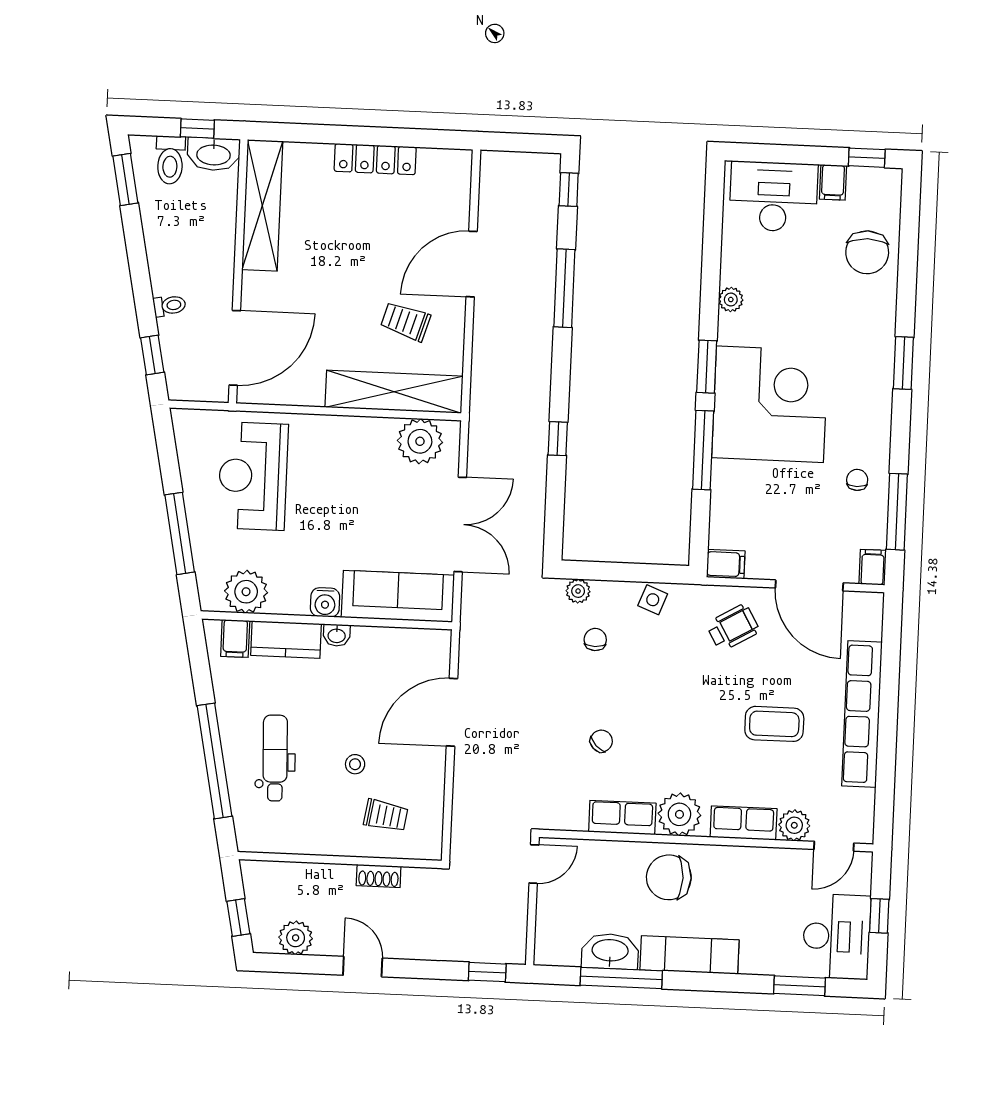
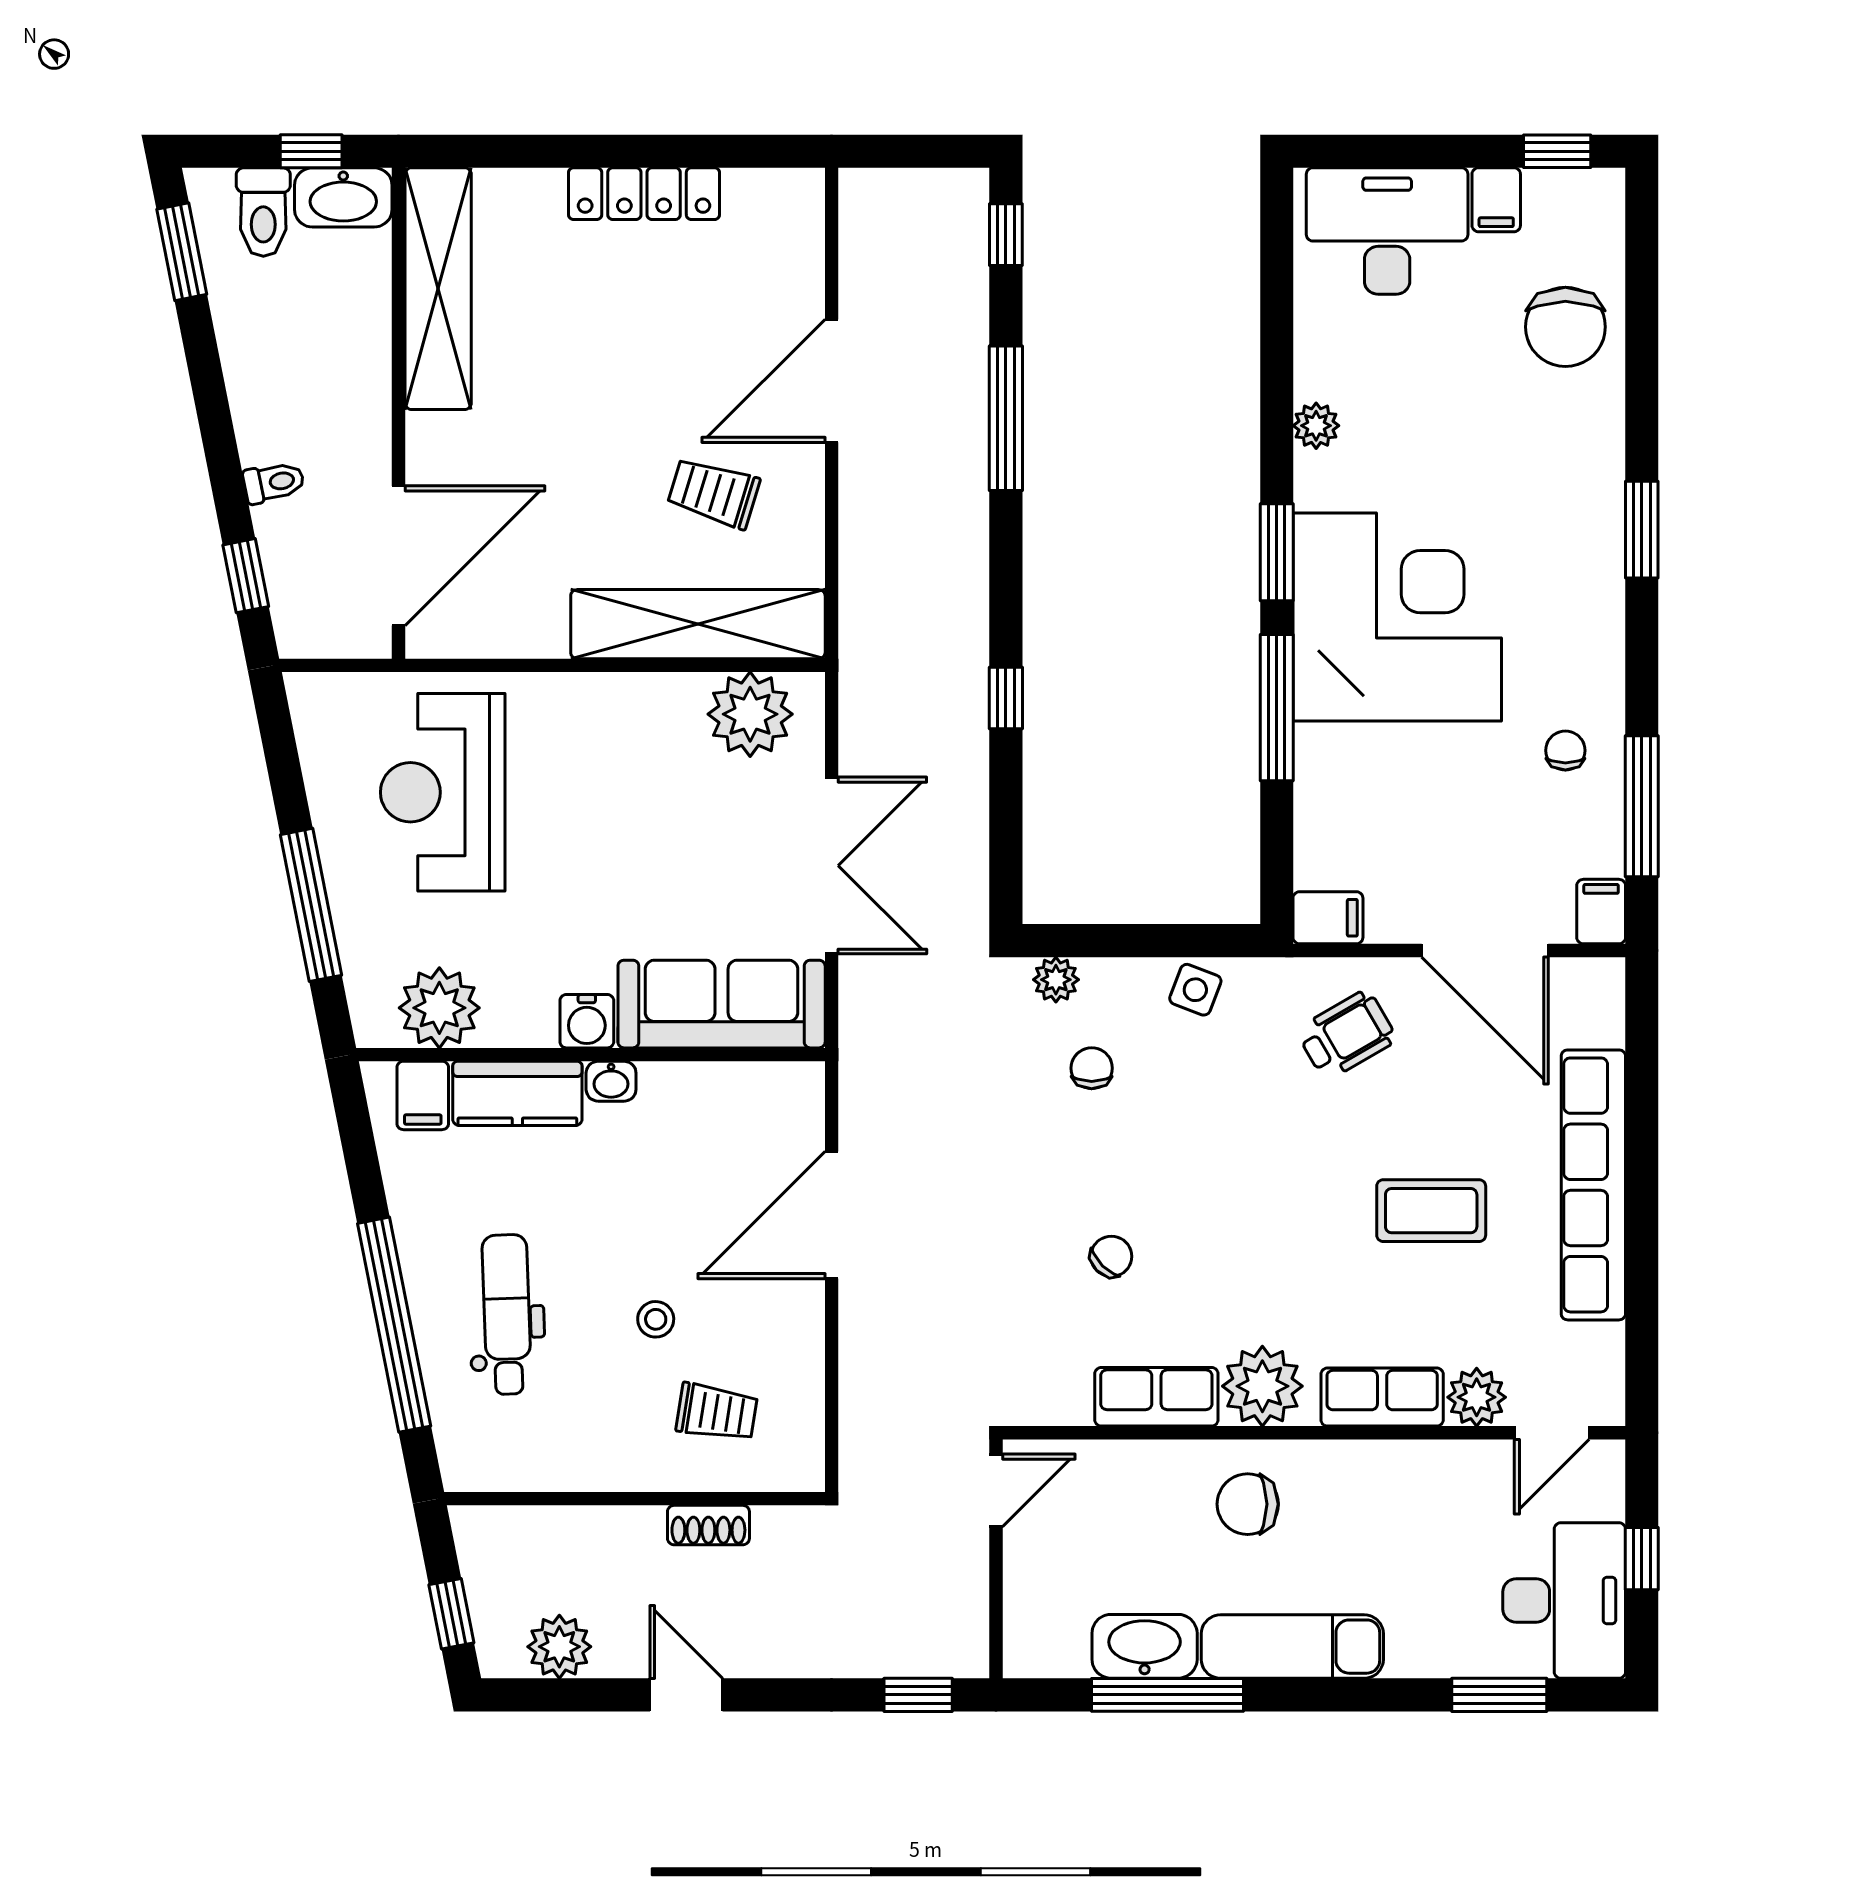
chair: (669, 877) -> (1248, 1504), width x0.73, depth x0.73

